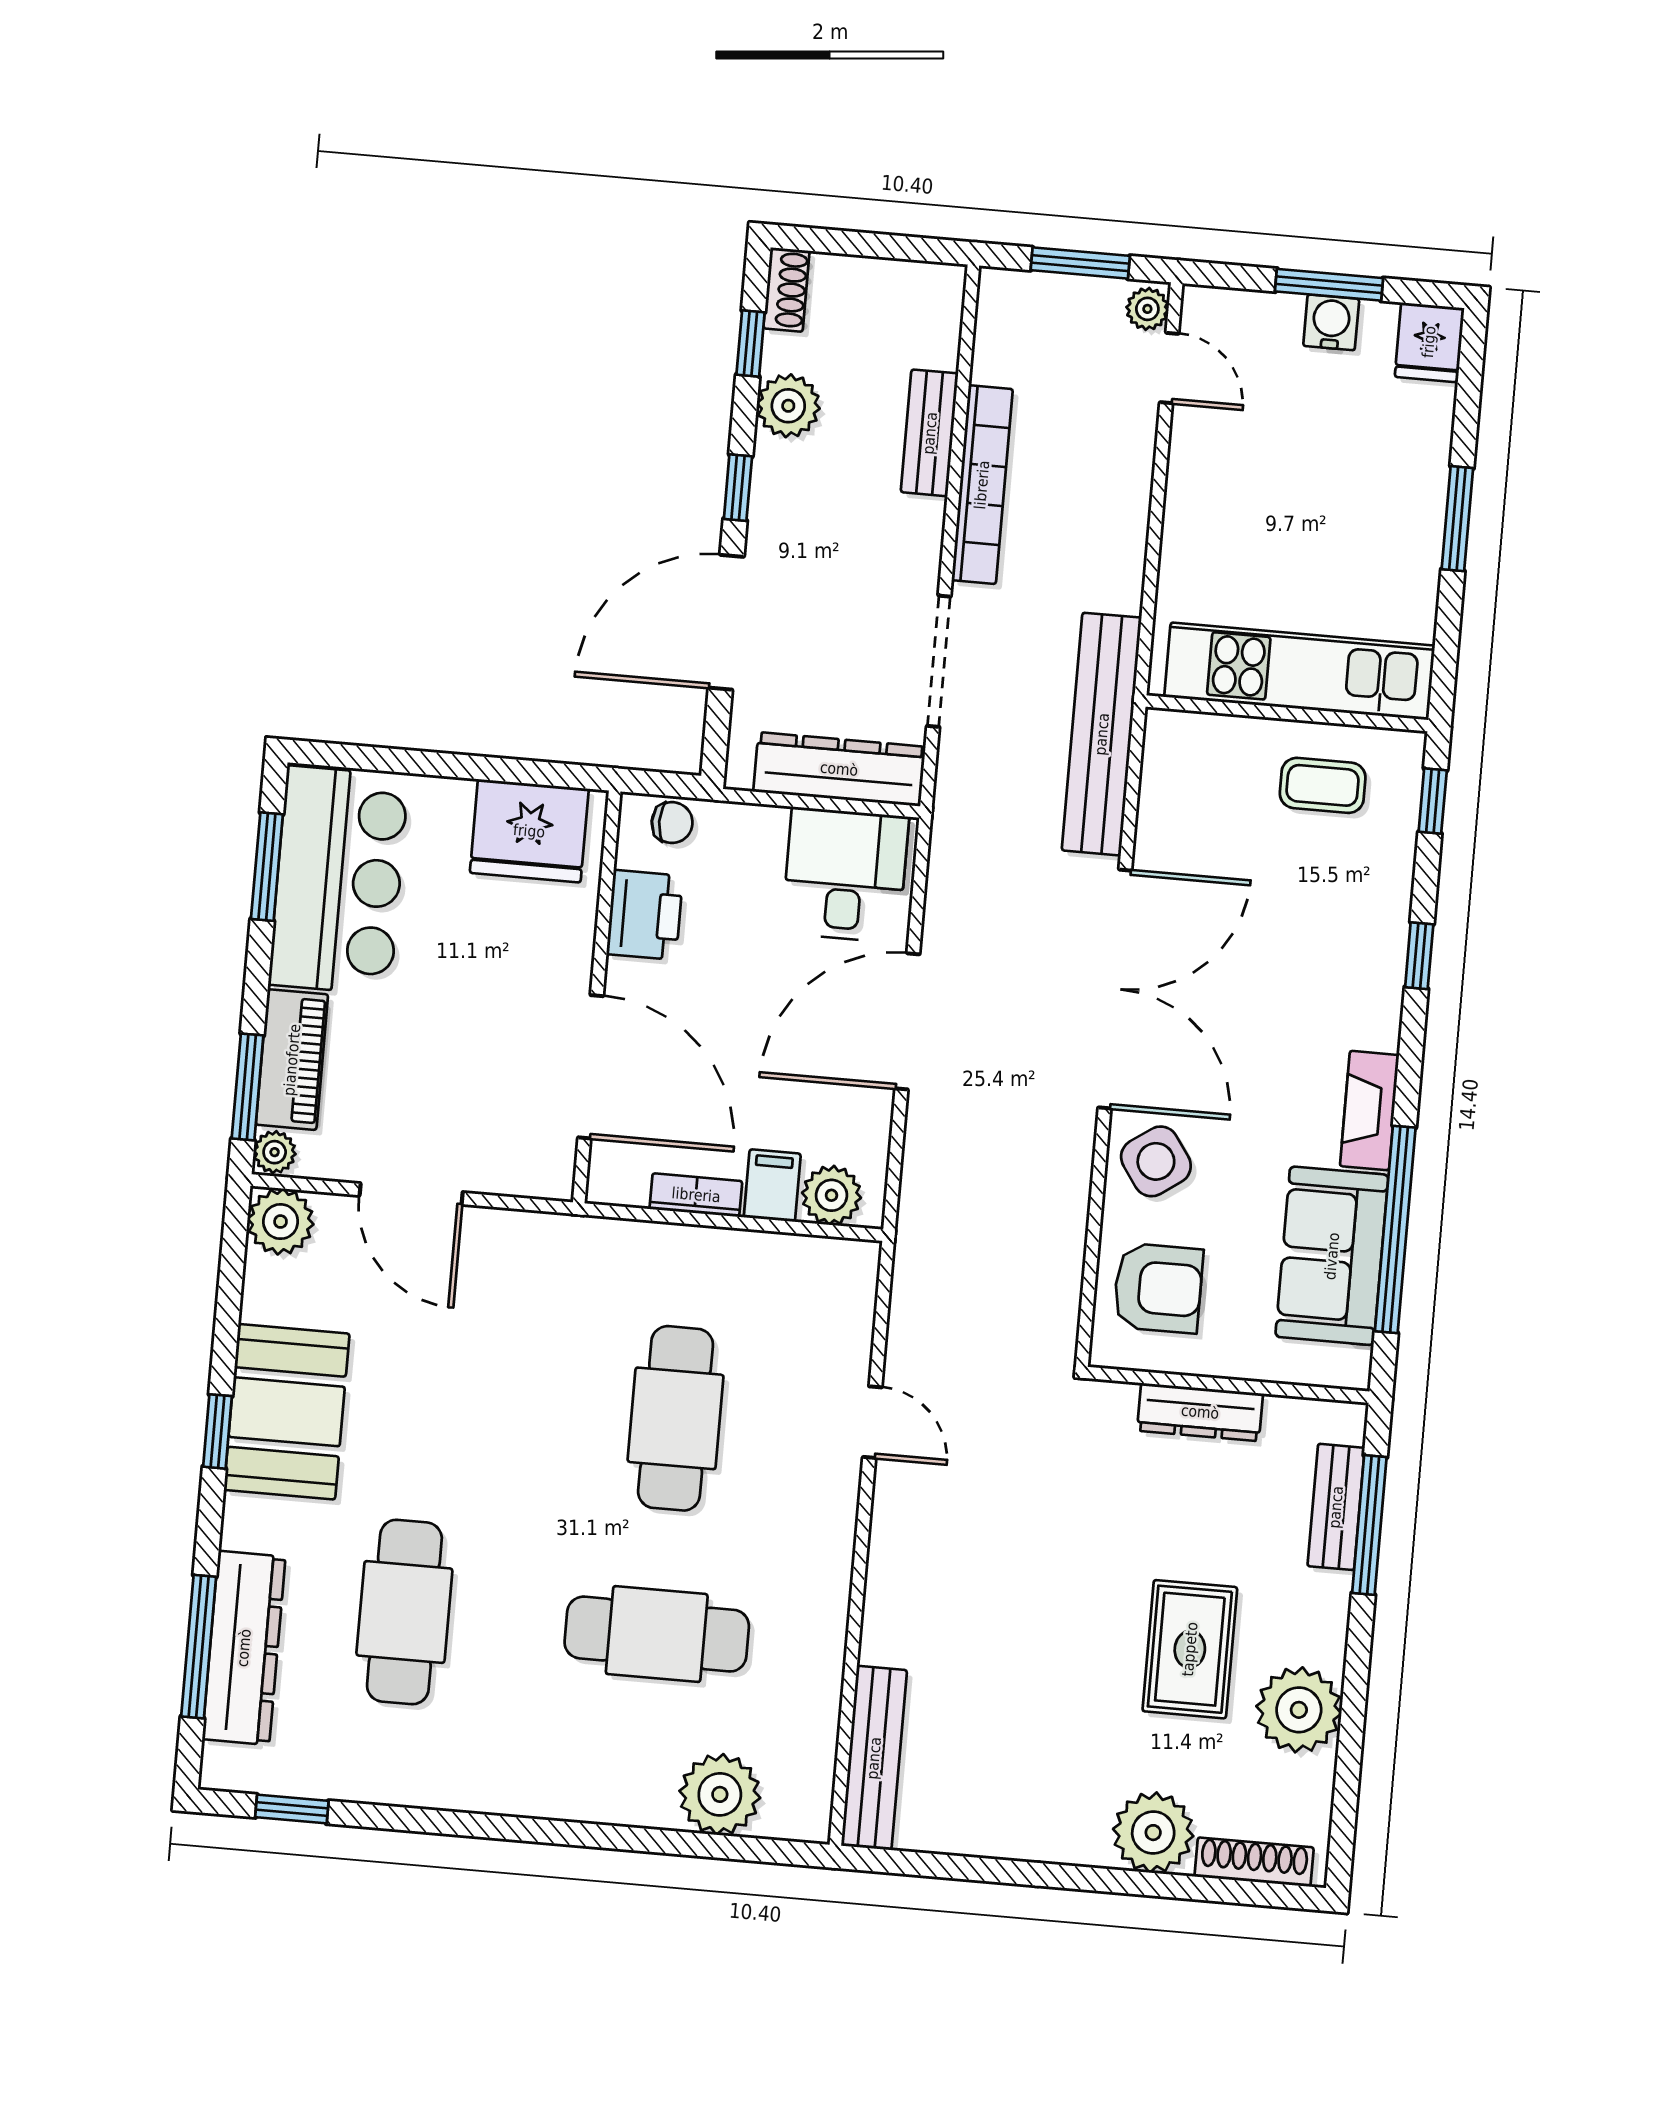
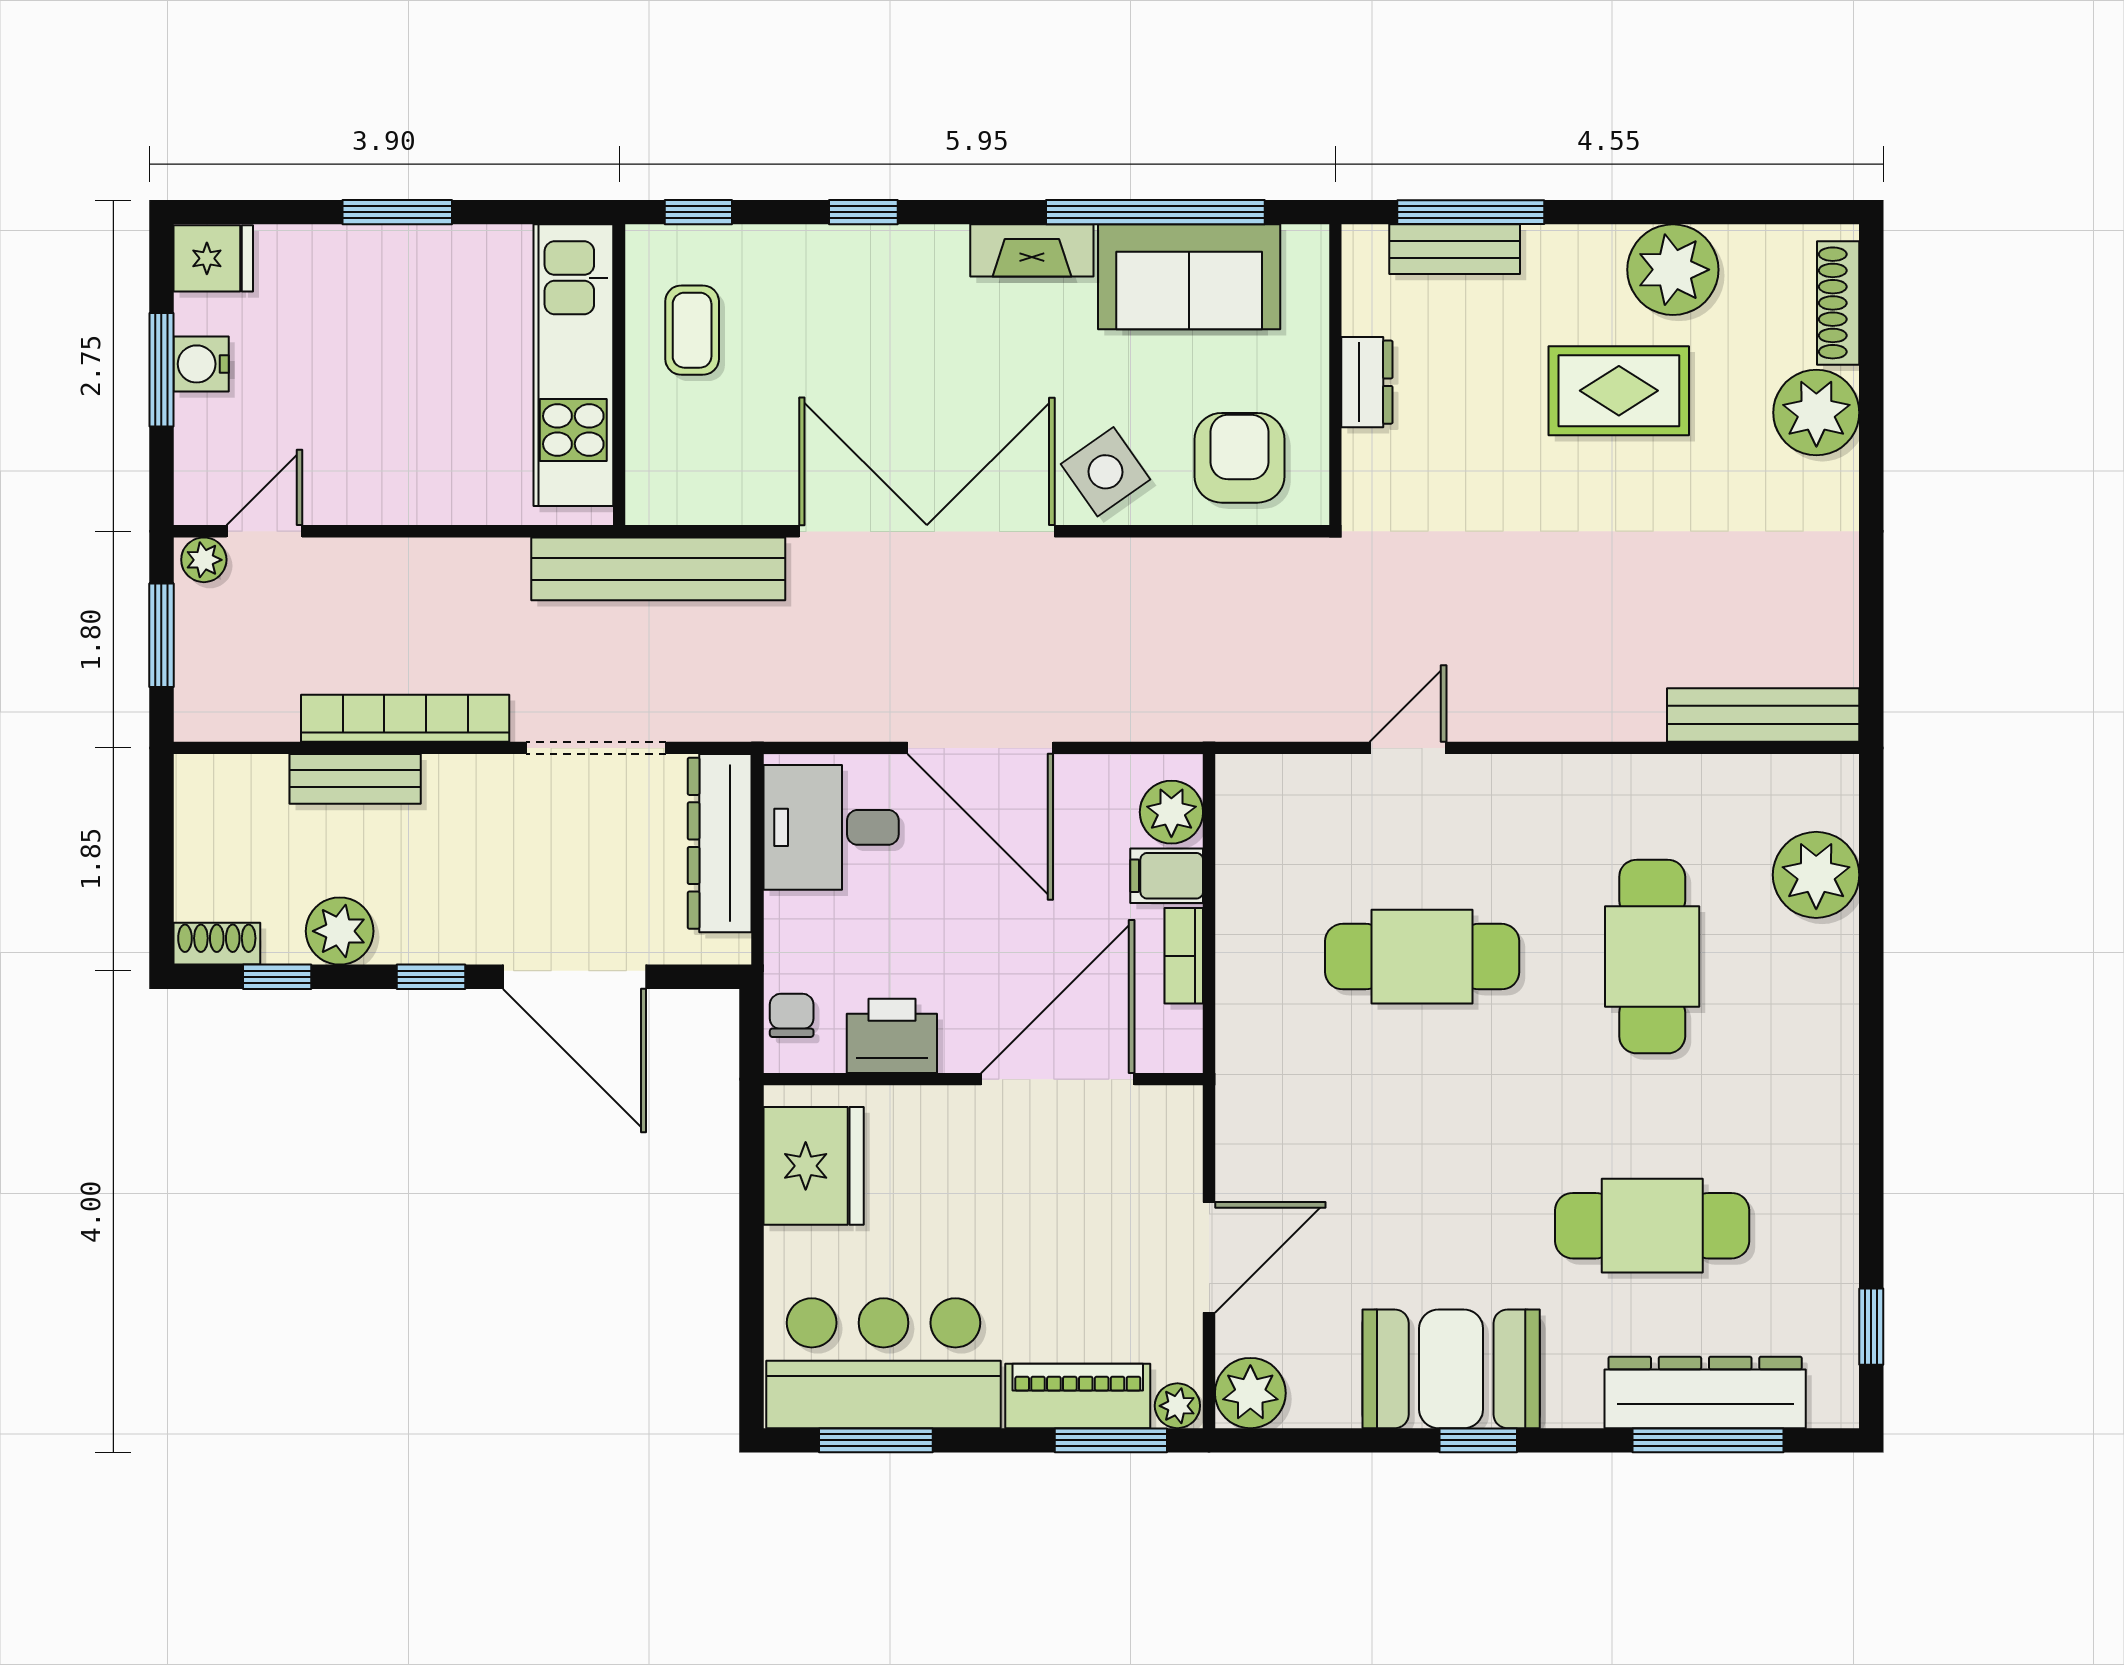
dresser: (1200, 1412) -> (1367, 382), width x0.70

